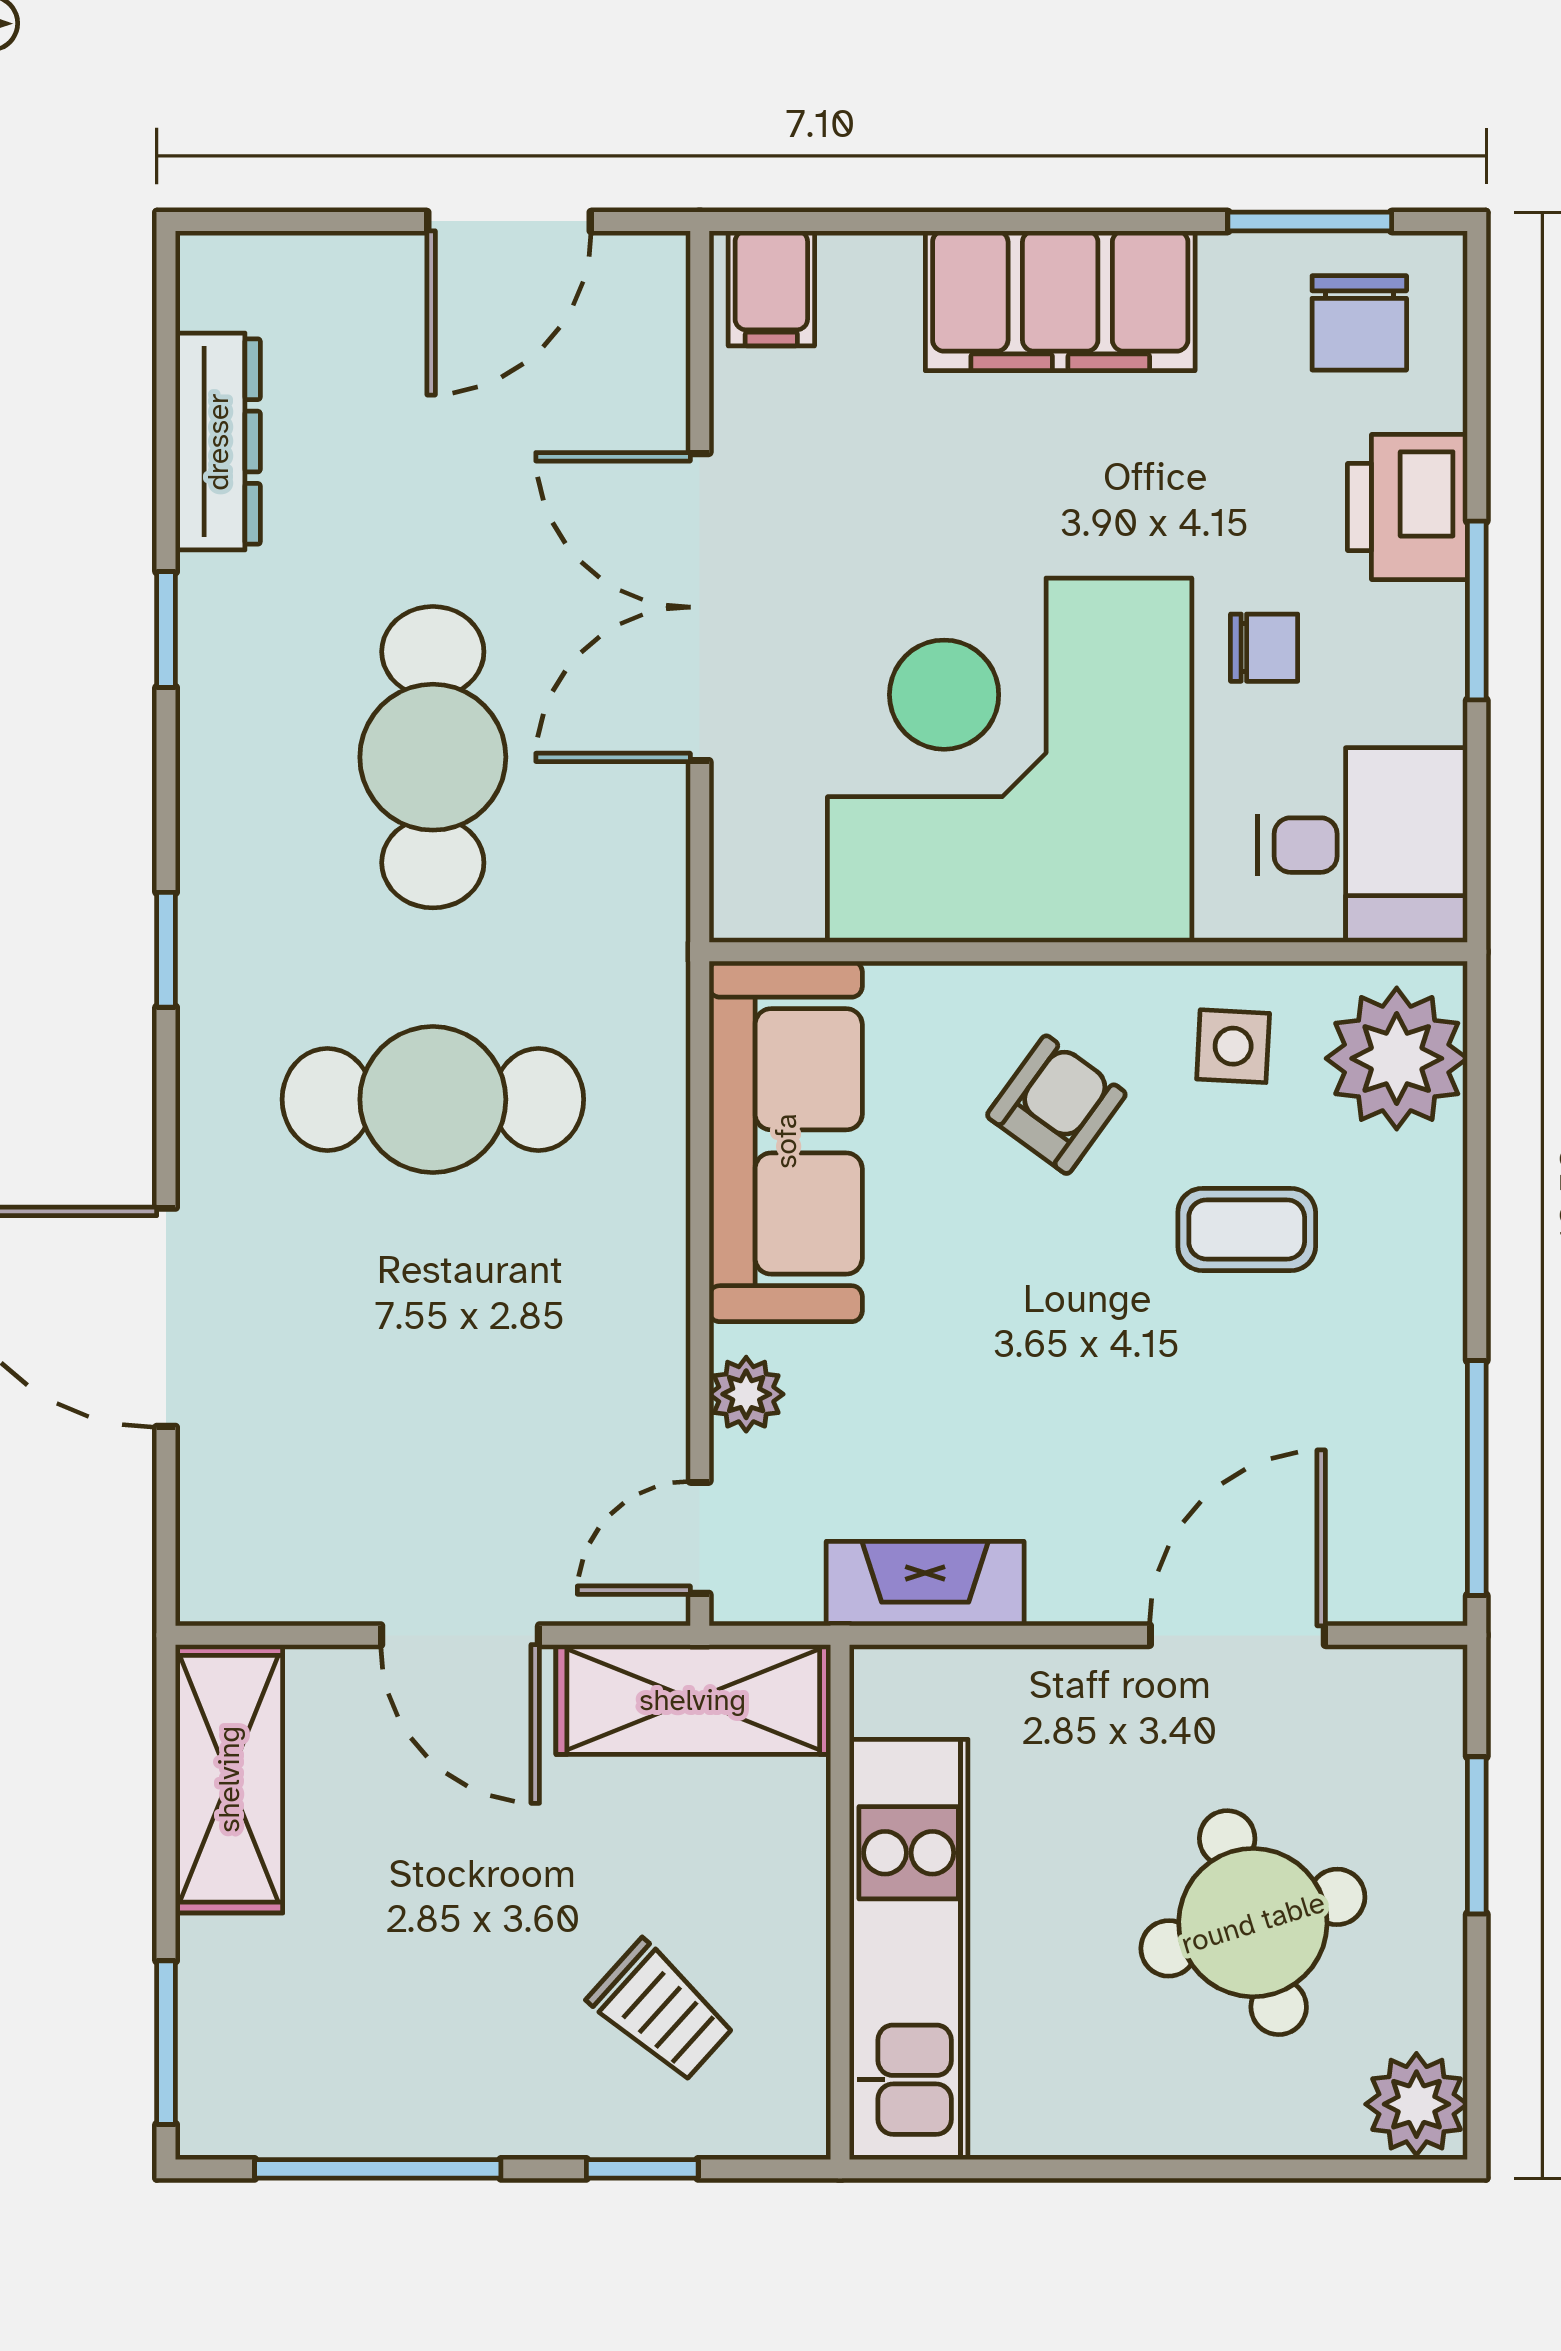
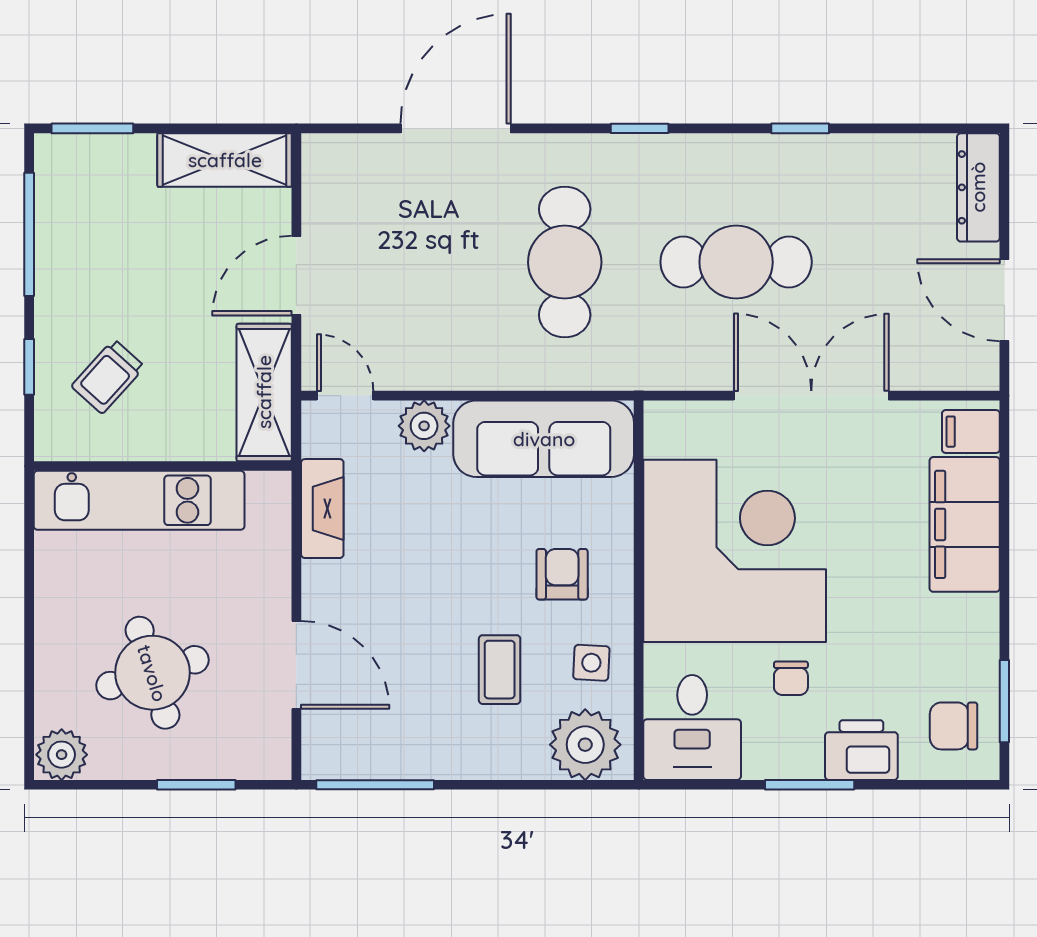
filing cabinet: (1060, 301) -> (965, 524), moved
dresser: (218, 442) -> (978, 187), moved, turned 90
armchair: (1056, 1105) -> (562, 574), turned -126
plant: (746, 1394) -> (424, 426), width x1.38, depth x1.38

